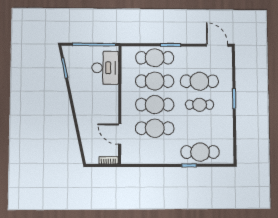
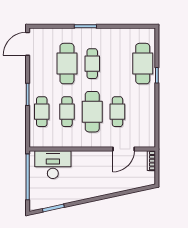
cafe table: (155, 58) -> (42, 112), width x0.73, depth x0.74
cafe table: (155, 81) -> (67, 112), width x0.73, depth x0.74
cafe table: (155, 128) -> (117, 112), width x0.73, depth x0.74

